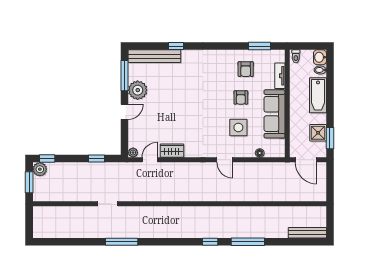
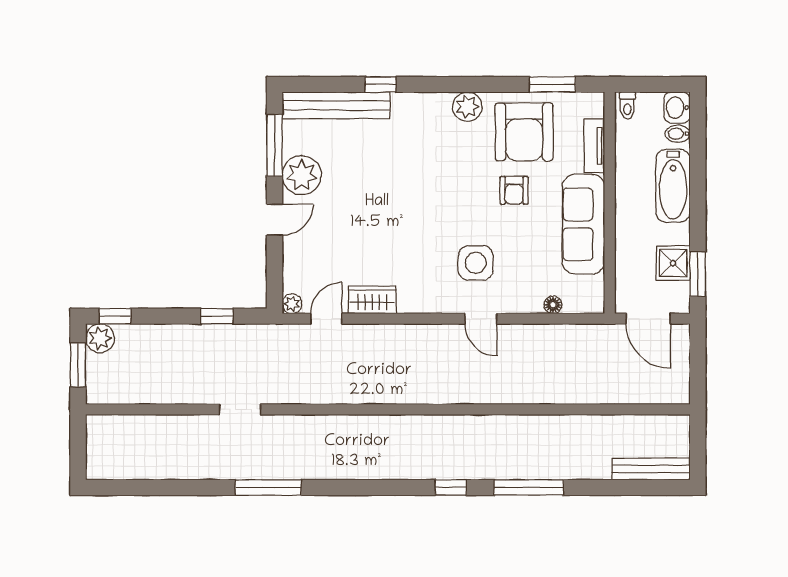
plant: (218, 57) -> (467, 107), added
armchair: (246, 69) -> (524, 132), width x1.88, depth x1.88
side table: (238, 127) -> (476, 263), moved

